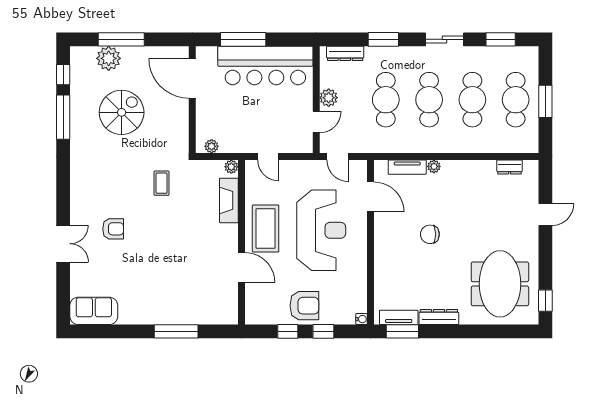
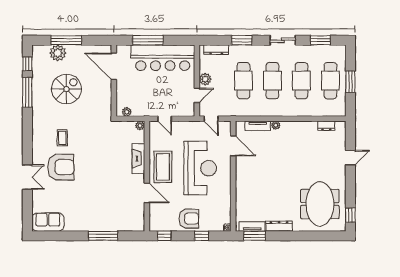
coffee table: (161, 183) -> (62, 138), moved
fireplace: (229, 200) -> (138, 158), moved
armchair: (113, 229) -> (61, 167), width x1.88, depth x1.88
chair: (430, 234) -> (273, 171), removed
window: (288, 331) -> (164, 236), moved

